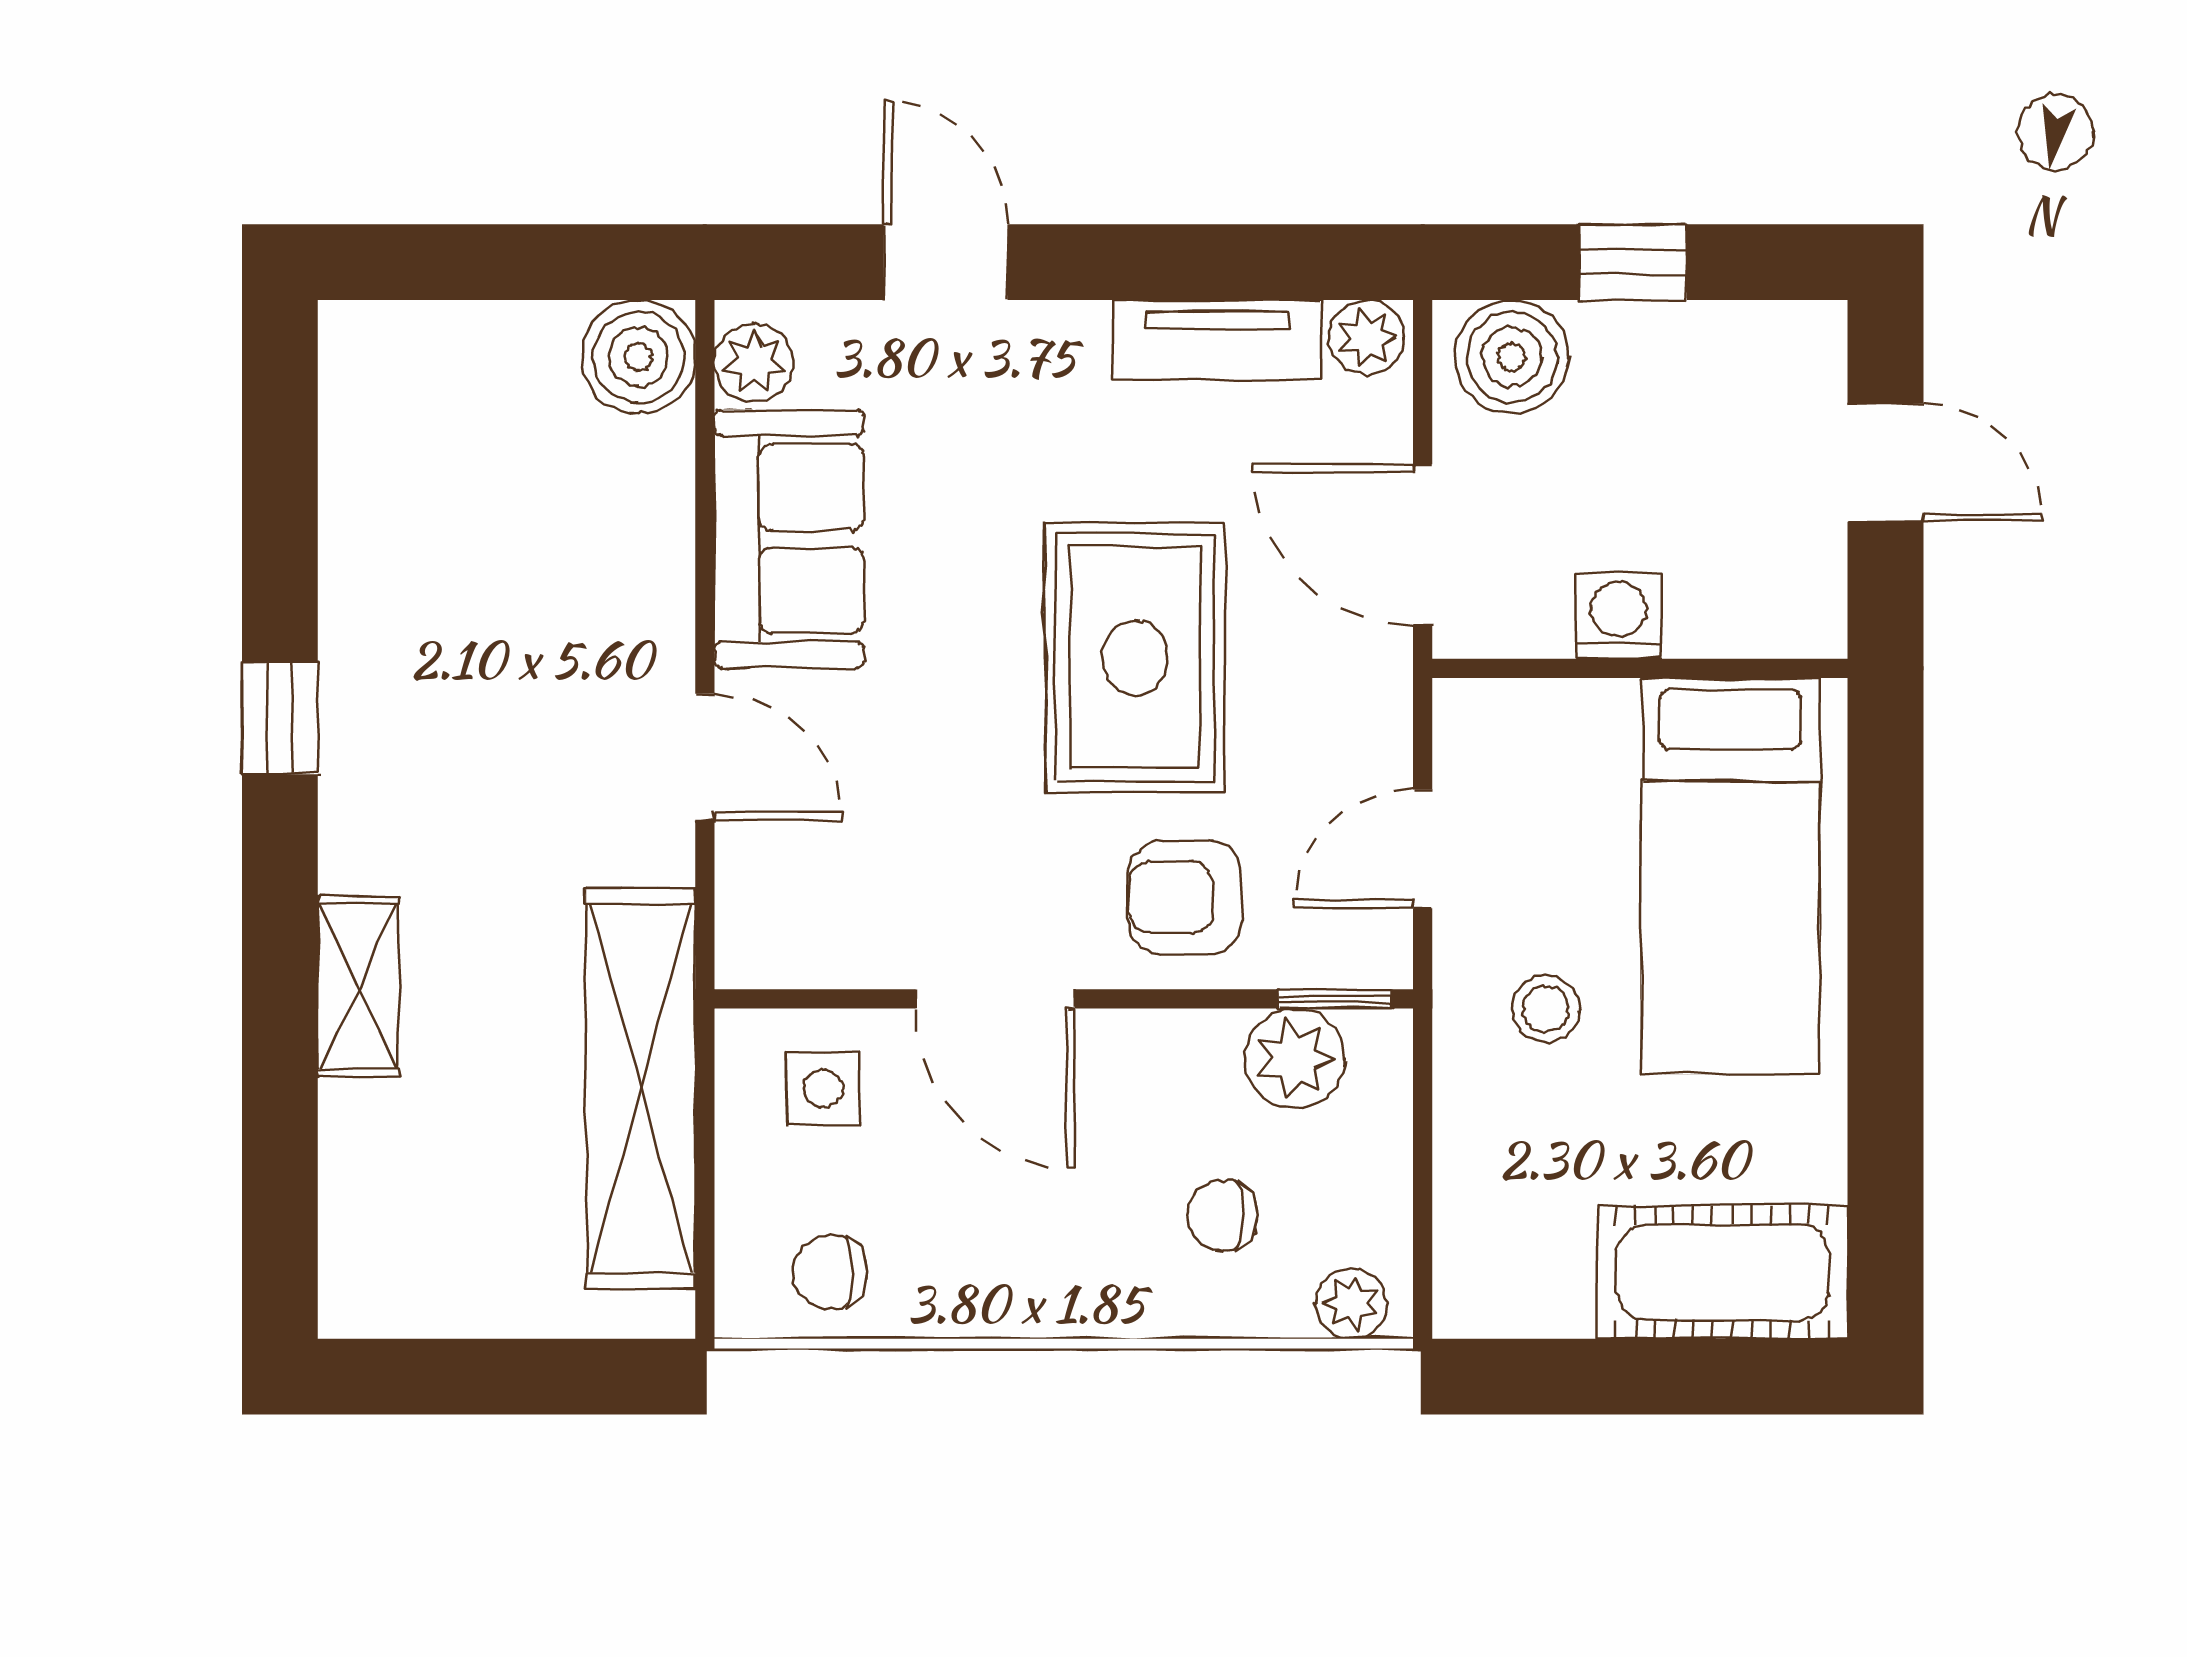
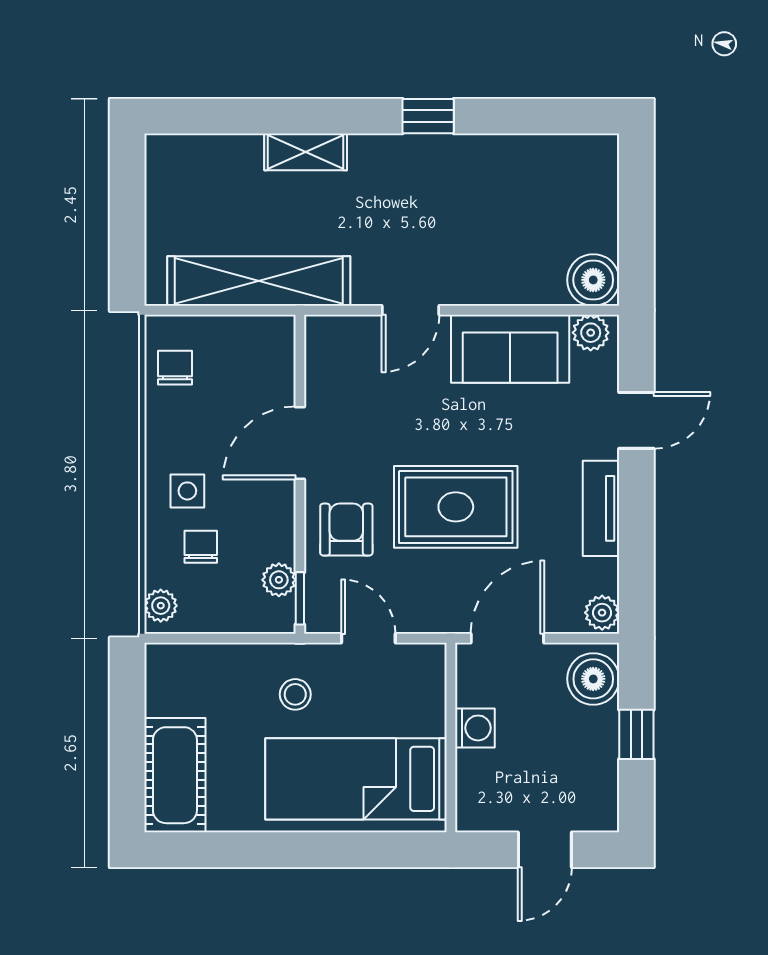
tv unit: (1217, 340) -> (601, 508), moved
plant: (1295, 1059) -> (279, 580), width x0.73, depth x0.73
side table: (823, 1088) -> (187, 491), moved

